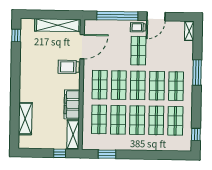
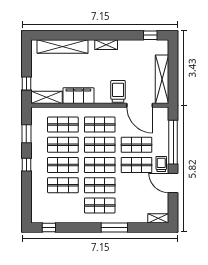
shelving: (24, 77) -> (106, 45), added
shelving: (25, 119) -> (63, 46), width x1.47
shop shelf: (175, 121) -> (137, 145), moved
window: (136, 155) -> (26, 165), added

